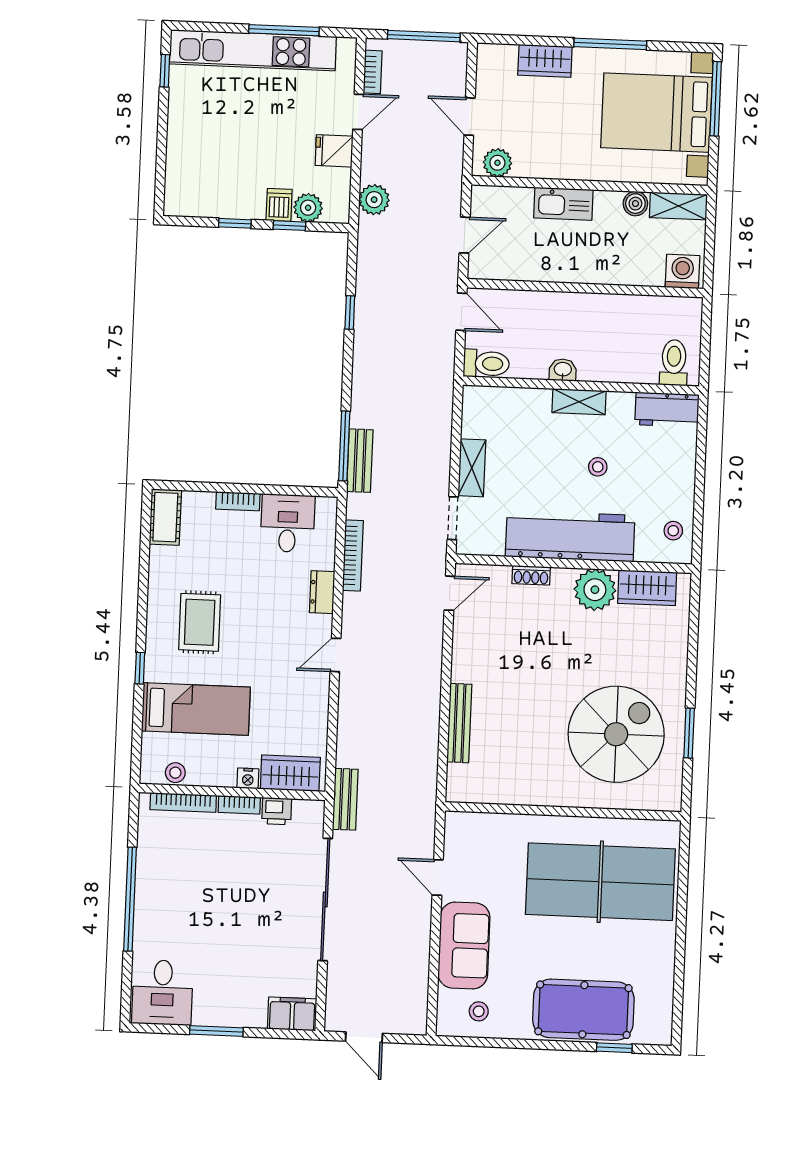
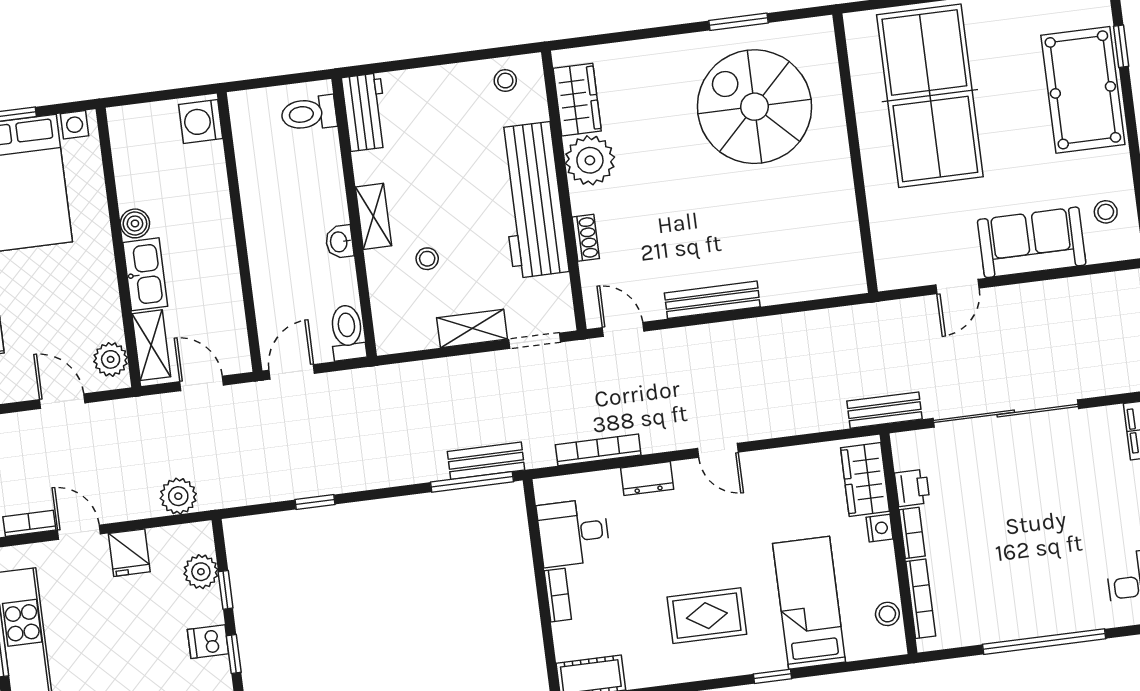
door: (470, 117) -> (62, 401), swing flipped
boiler: (635, 204) -> (135, 223), moved
dishwasher: (279, 205) -> (208, 642), moved
shelving: (678, 206) -> (151, 345), moved
stool: (598, 467) -> (427, 259), moved
bench: (459, 723) -> (712, 300), moved

